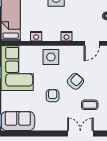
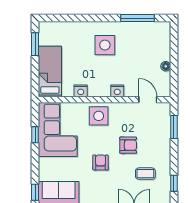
door: (92, 43) -> (148, 100), swing flipped
armchair: (75, 81) -> (128, 145), turned 49

